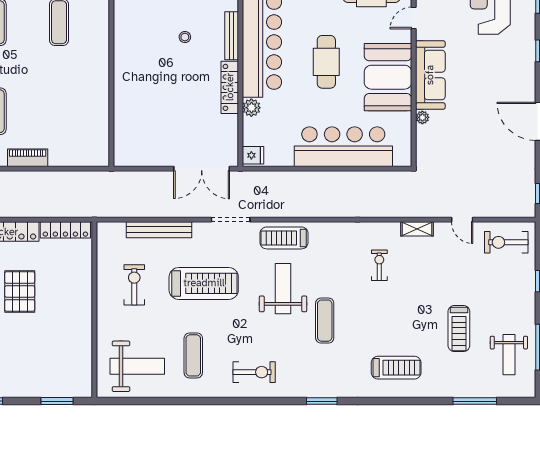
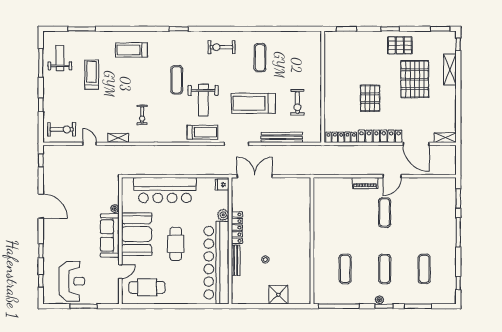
weight bench: (137, 366) -> (296, 51), removed

